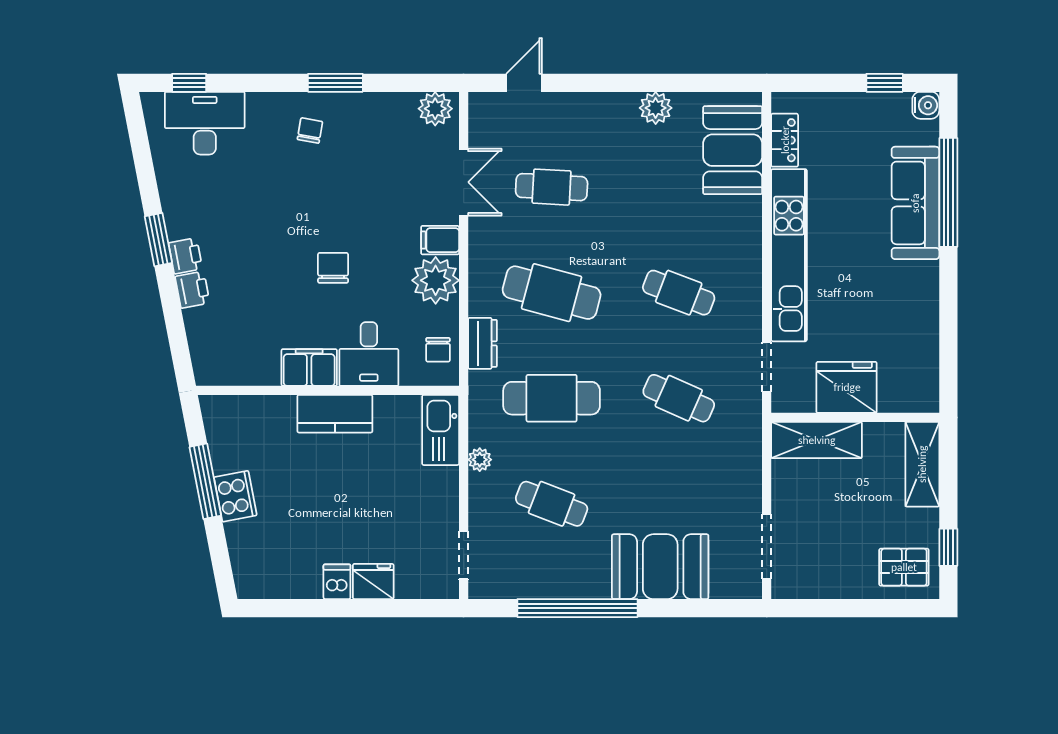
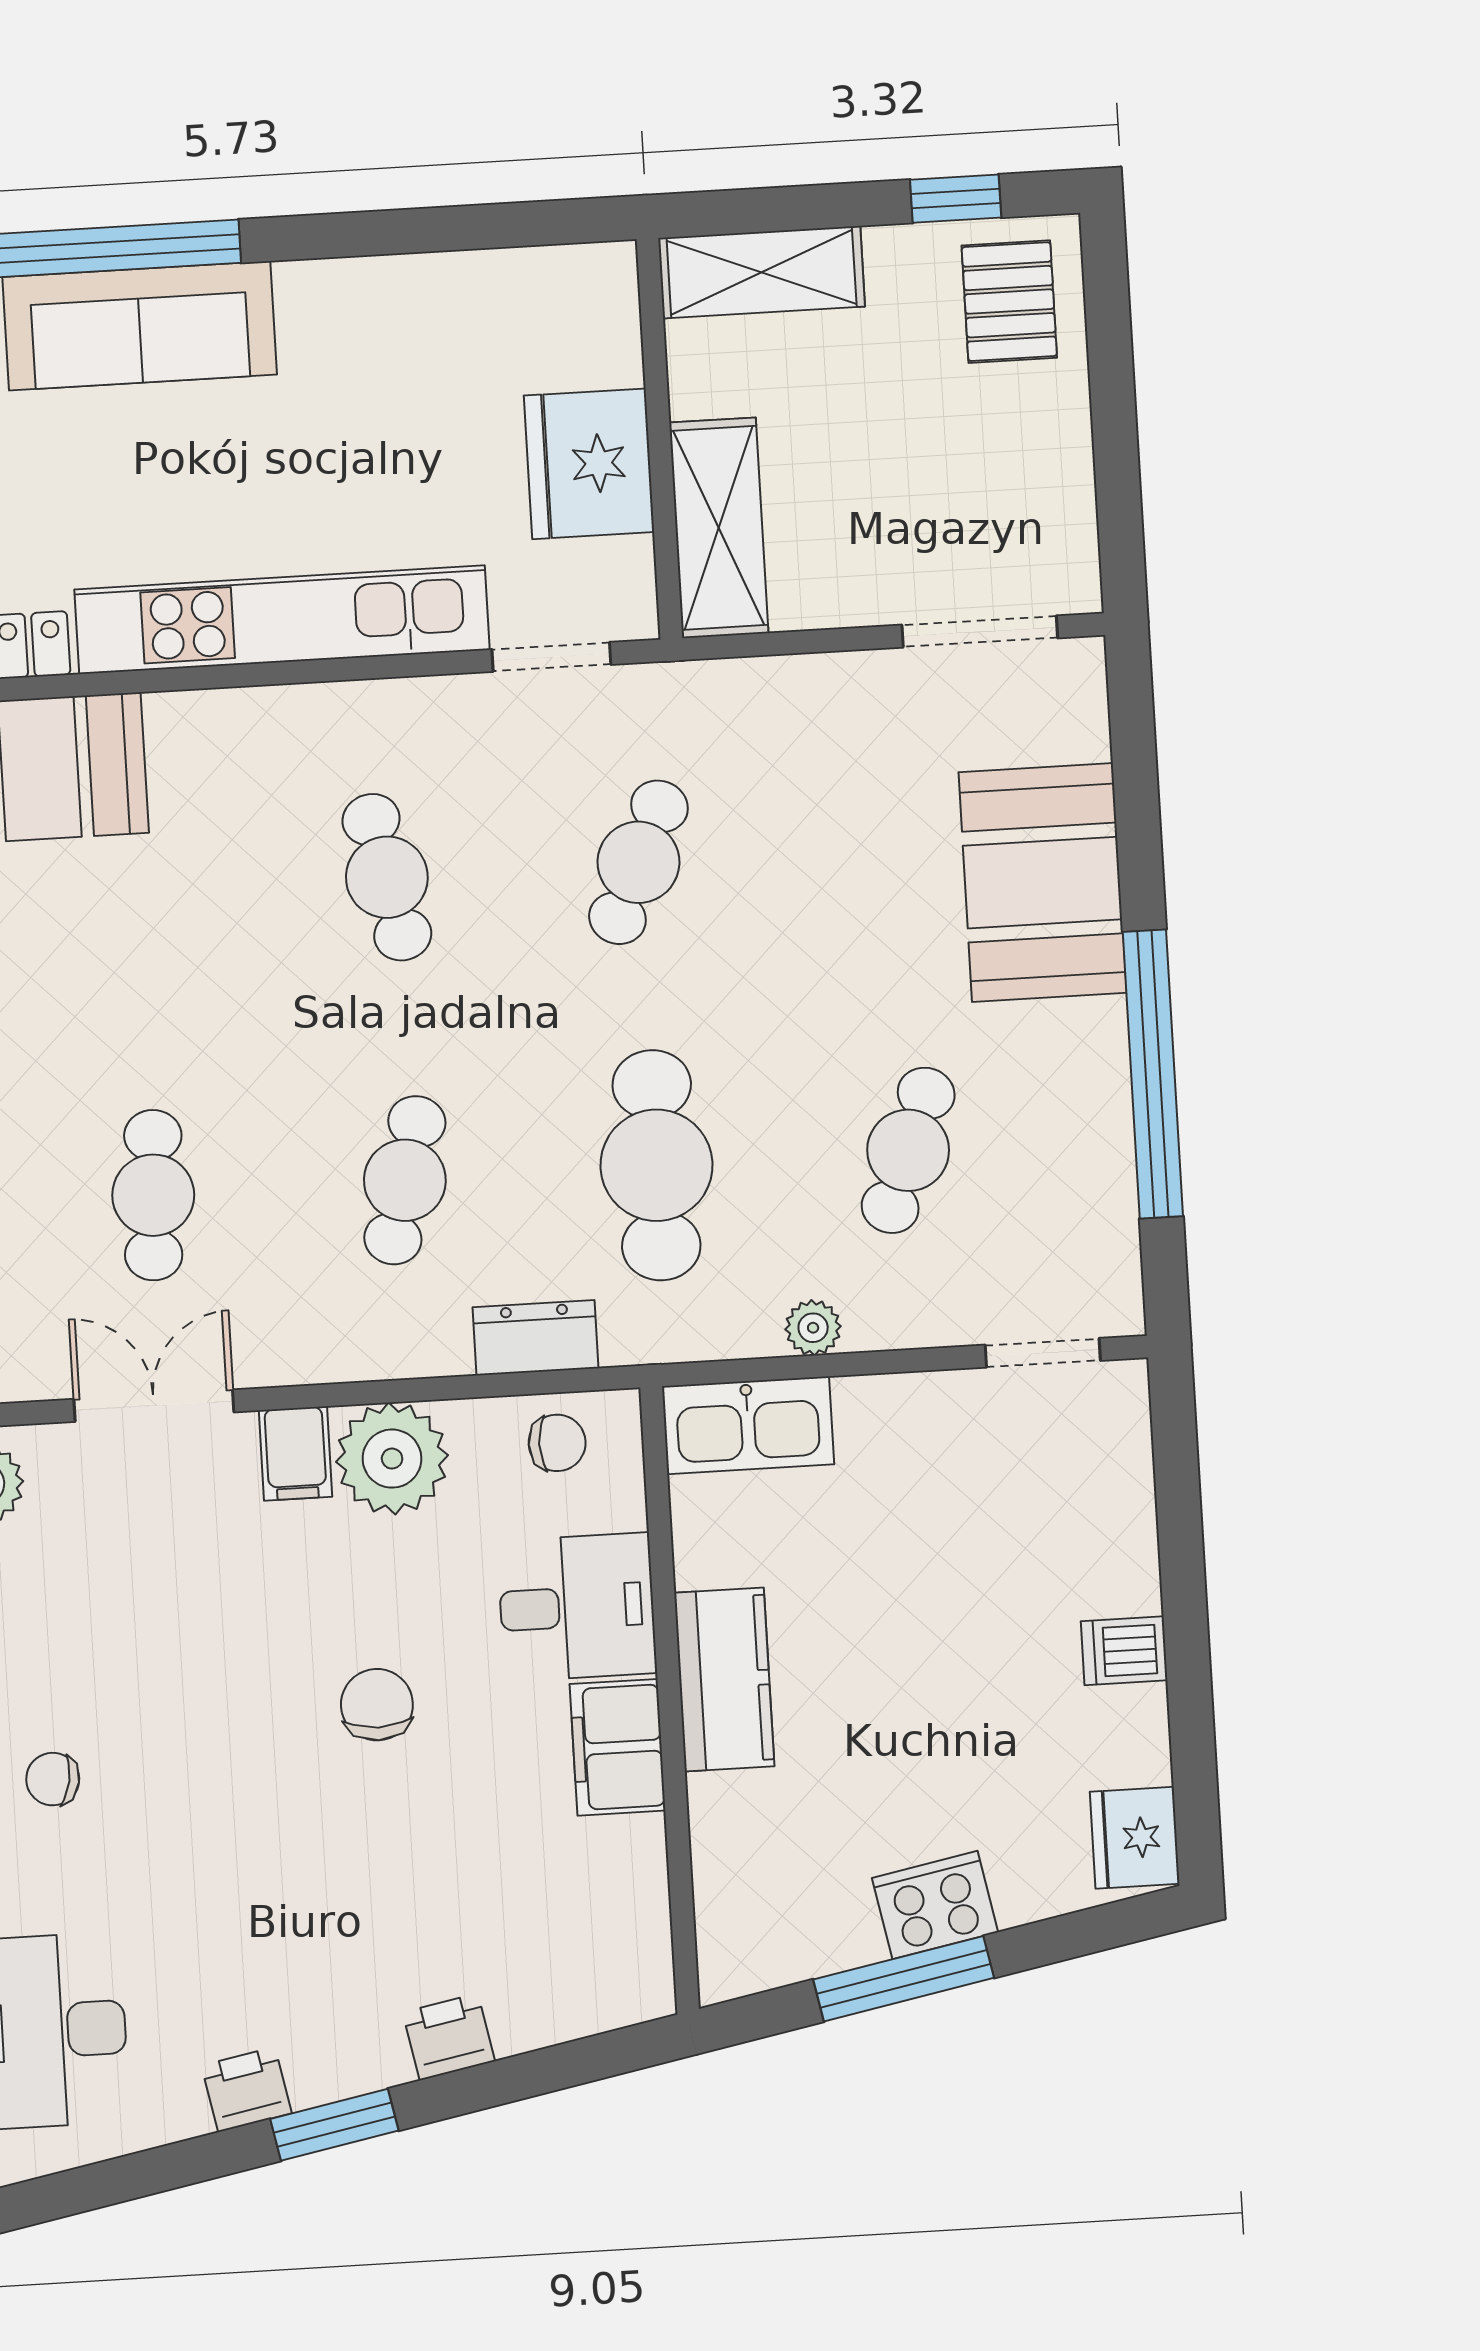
printer: (185, 256) -> (247, 2089), moved
chair: (333, 268) -> (377, 1705), turned 90
cafe table: (552, 293) -> (405, 1180), width x0.73, depth x0.74
cafe table: (679, 293) -> (387, 877), turned -33
fridge: (373, 581) -> (1135, 1838), moved

